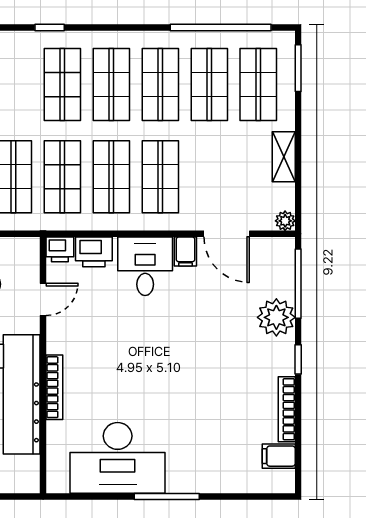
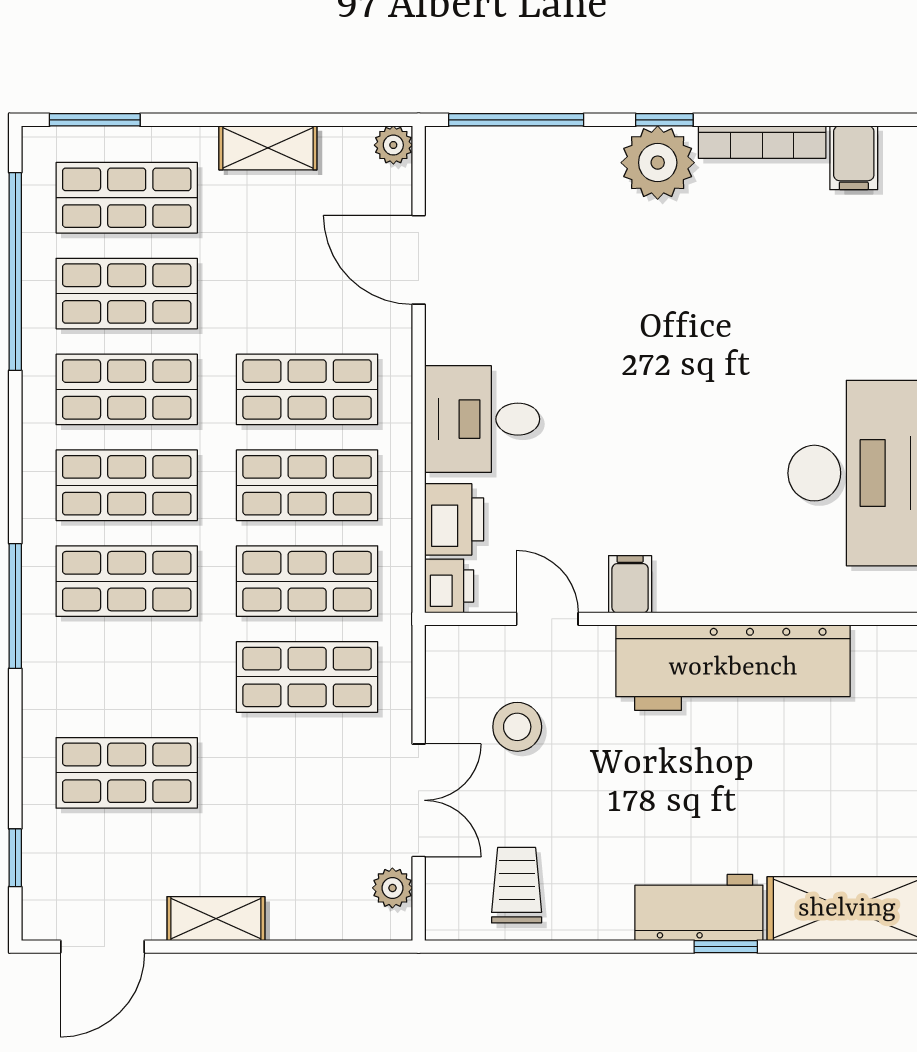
window: (50, 28) -> (15, 606), width x2.17
door: (227, 234) -> (419, 260), swing flipped
filing cabinet: (185, 251) -> (630, 584), moved, turned -90
plant: (276, 317) -> (658, 163), moved
bookcase: (54, 387) -> (719, 597), removed

